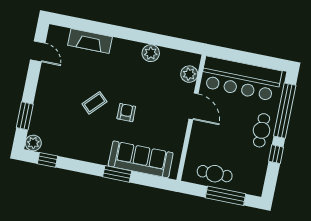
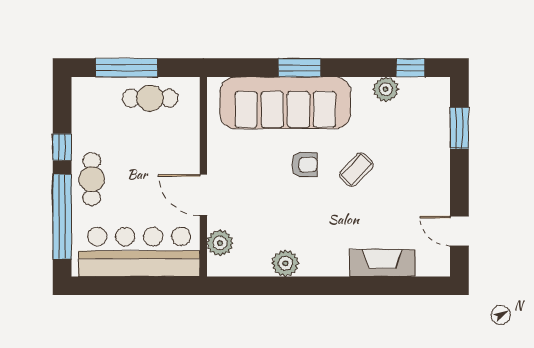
armchair: (126, 113) -> (305, 165), turned -90
plant: (33, 143) -> (386, 89), moved
sofa: (141, 159) -> (285, 103), width x1.36, depth x1.27

